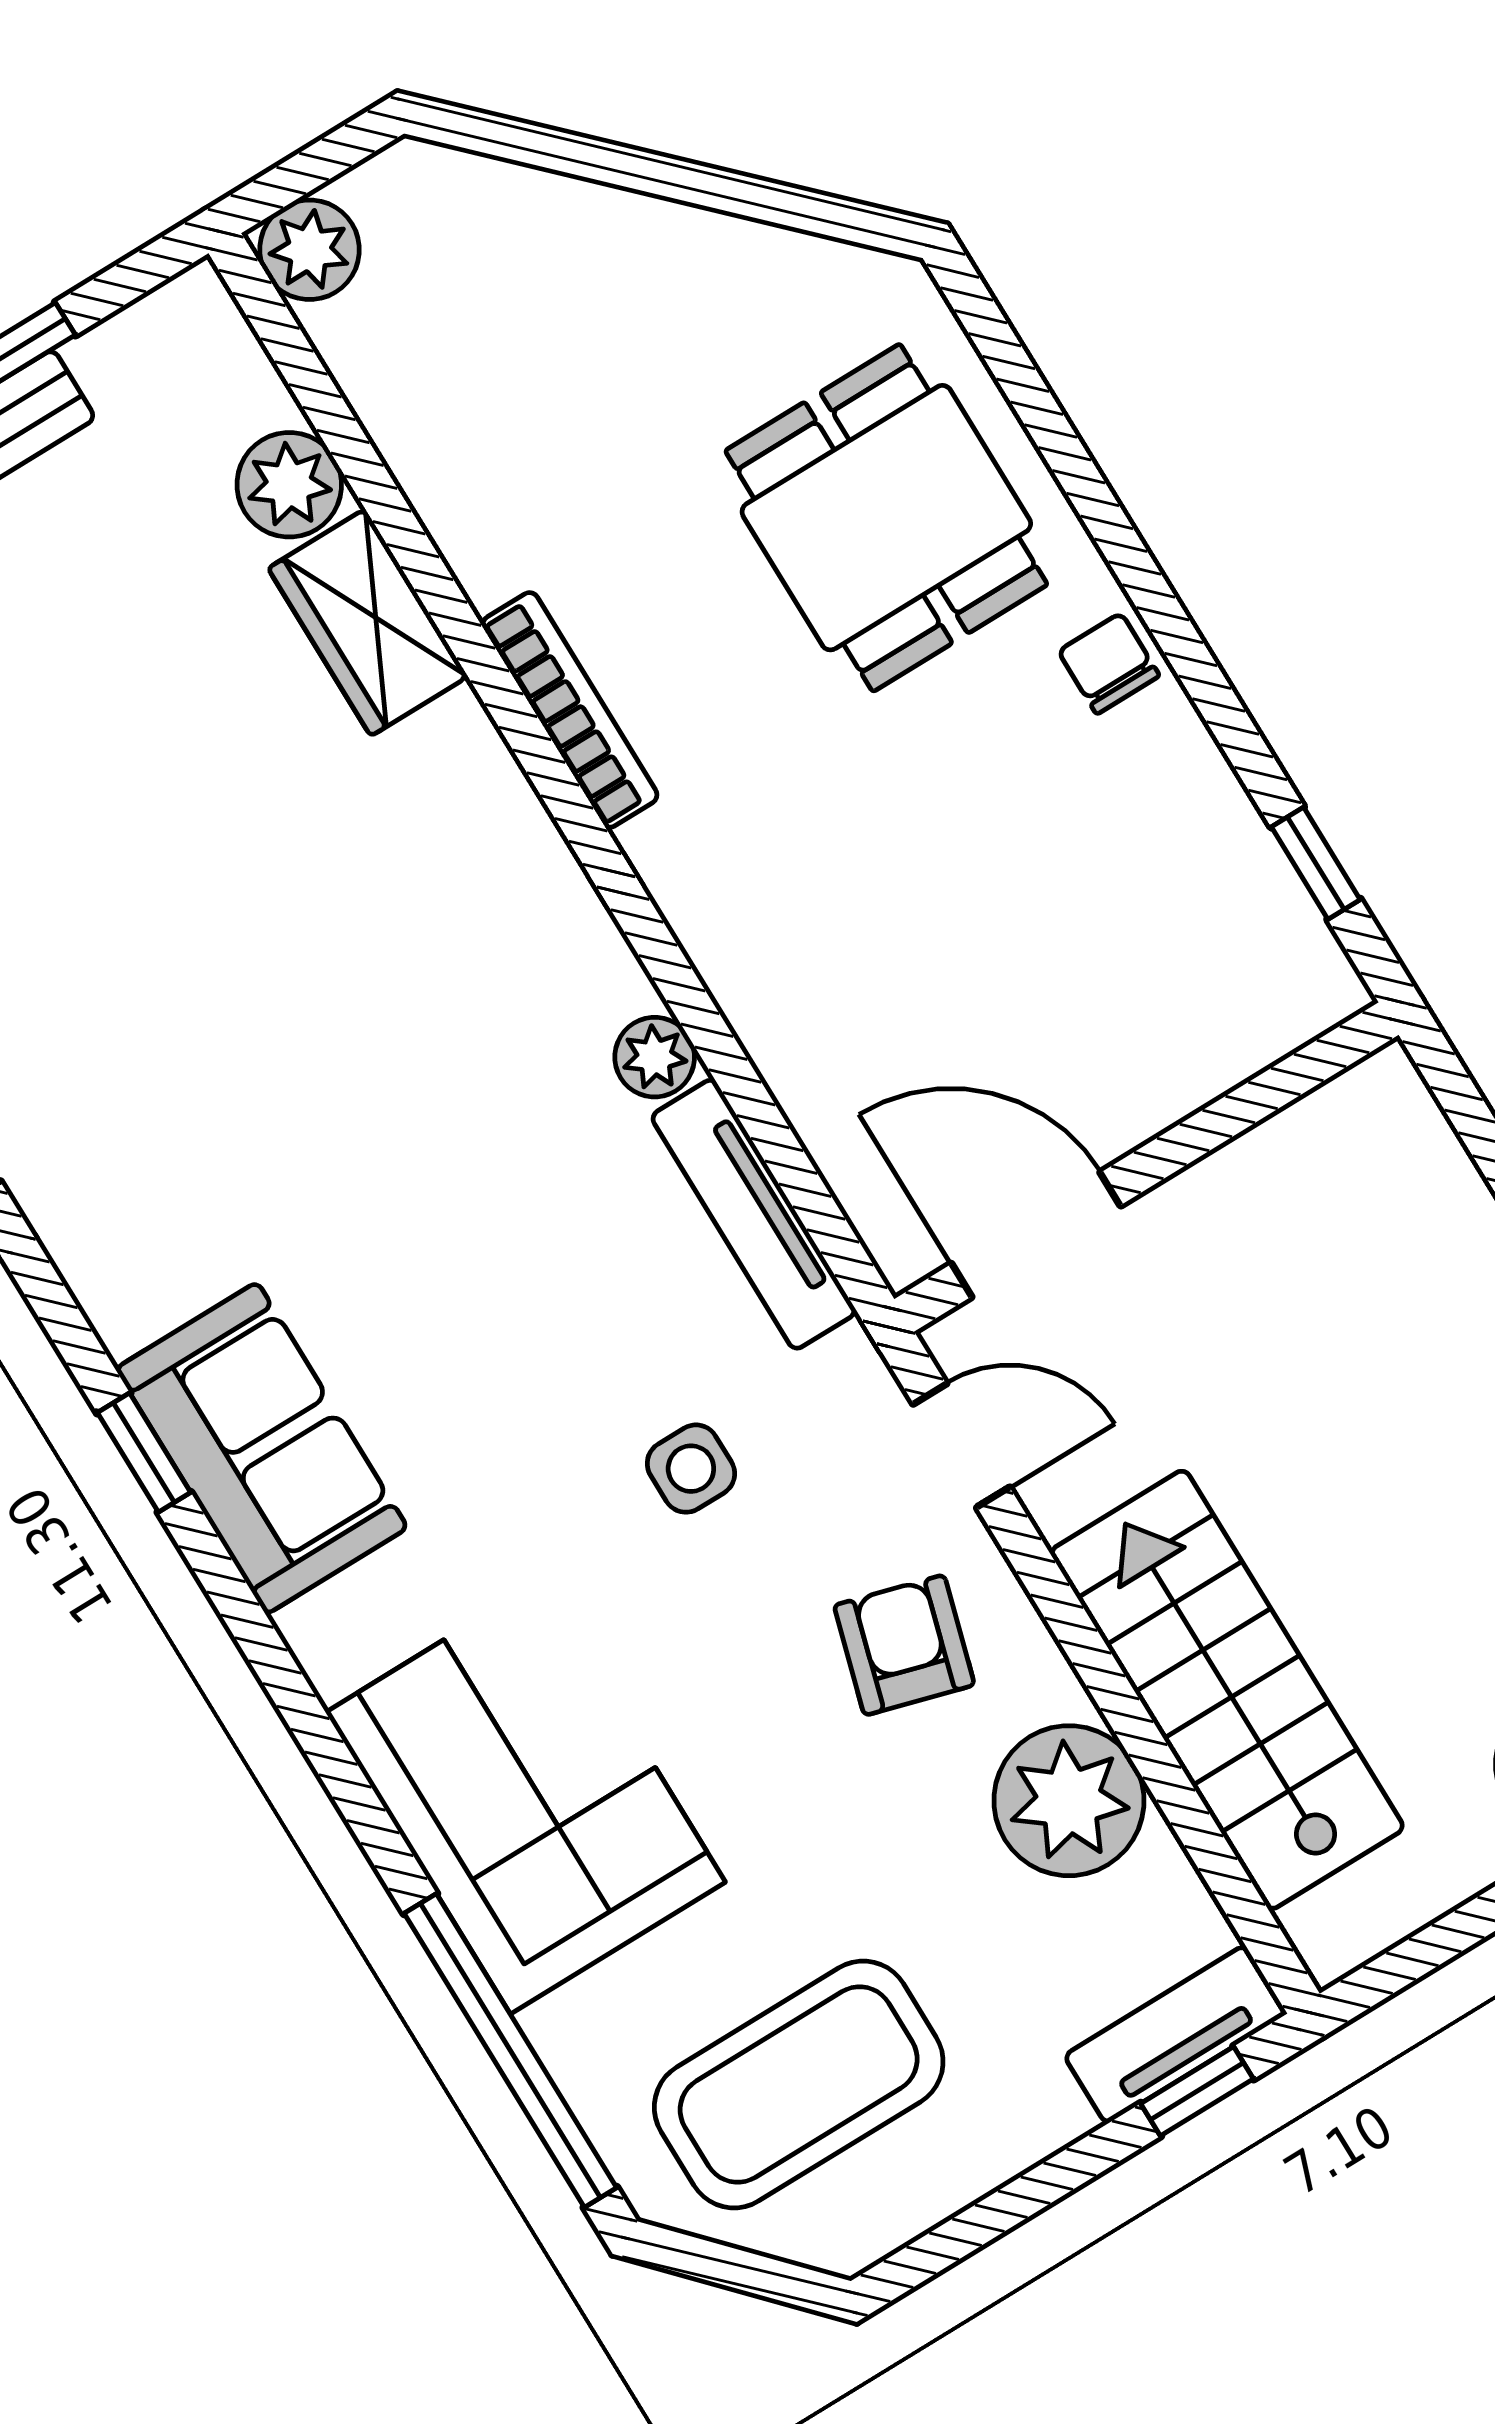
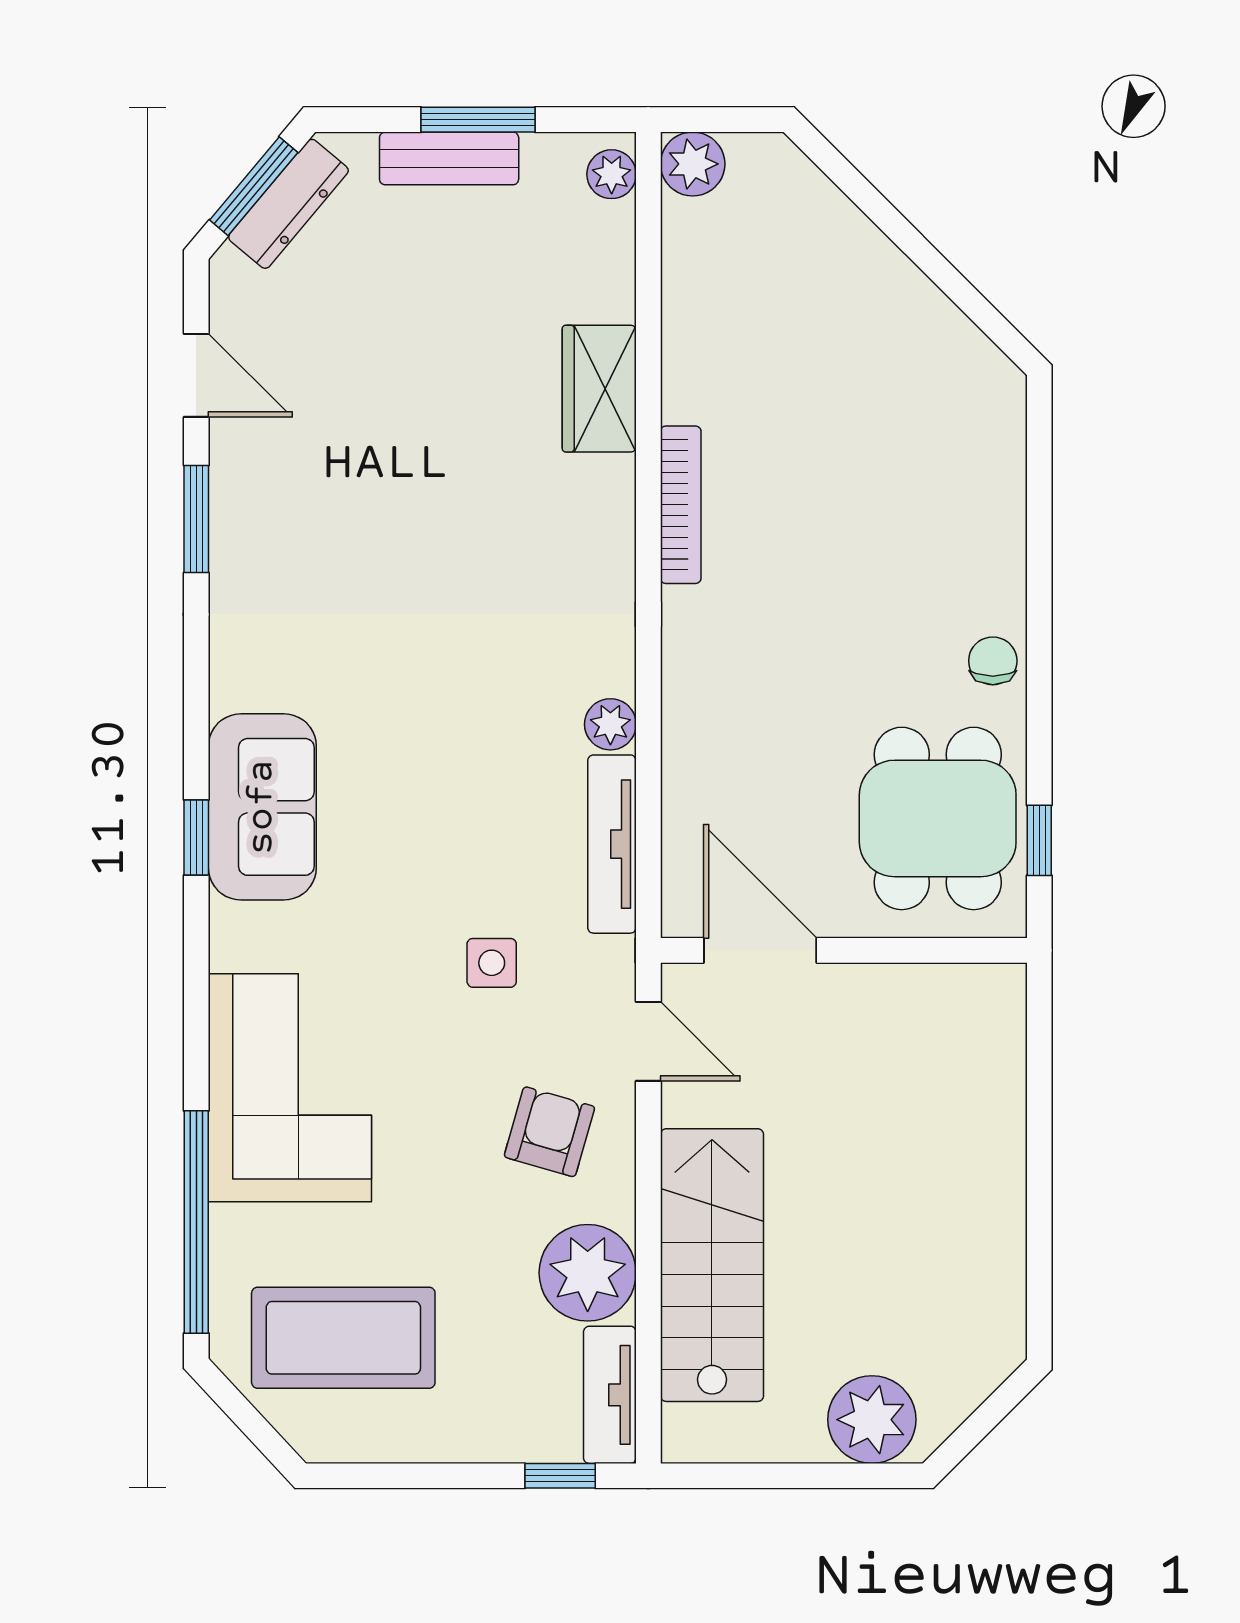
plant: (289, 485) -> (612, 174), moved, width x0.73, depth x0.73
dining table: (886, 518) -> (938, 818), moved
window: (144, 1453) -> (196, 838), moved
tv unit: (1175, 2035) -> (610, 1395), moved, turned -90

